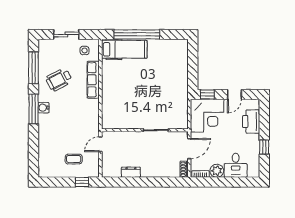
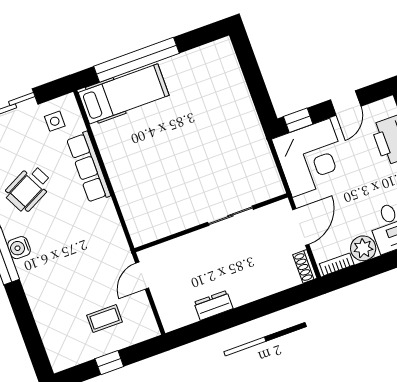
window: (82, 182) -> (109, 363), moved

